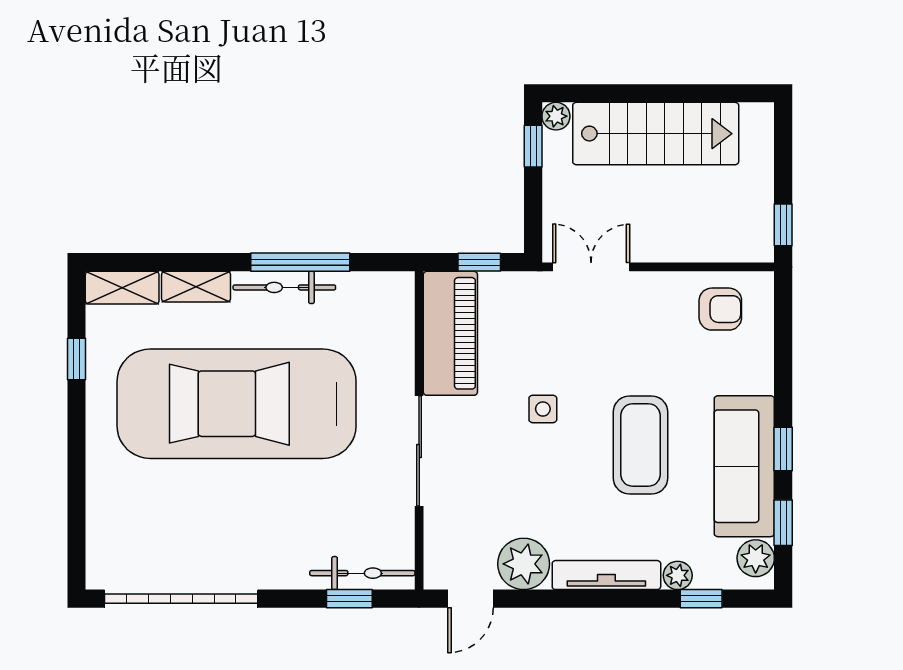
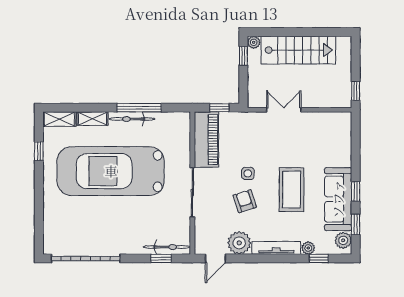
double door: (591, 267) -> (284, 110), moved
armchair: (720, 309) -> (245, 201), moved, turned -108

